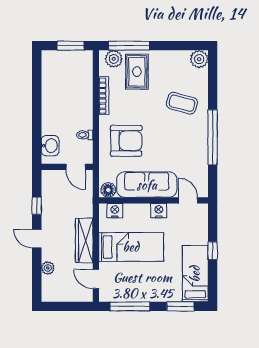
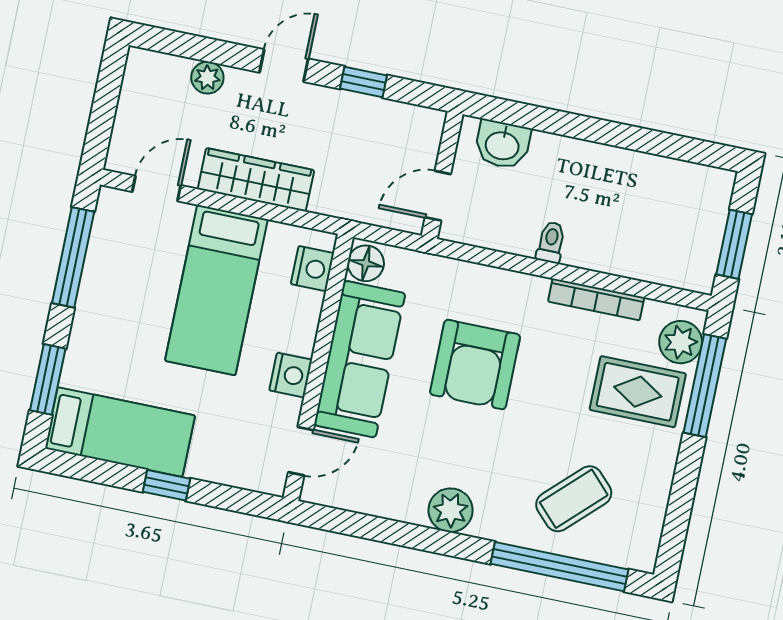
plant: (199, 59) -> (451, 510), moved
coffee table: (182, 103) -> (574, 499), moved, turned 31
toilet: (85, 135) -> (551, 242), moved
window: (213, 137) -> (560, 567), moved
armchair: (126, 141) -> (475, 365), moved

